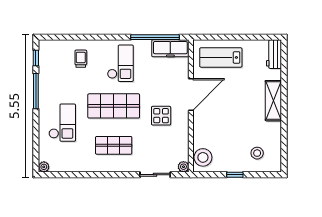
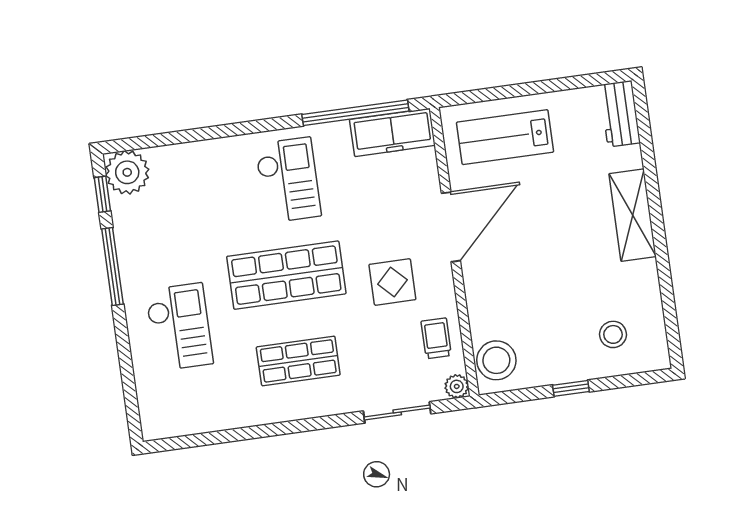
trolley: (81, 59) -> (436, 338), moved
plant: (44, 167) -> (127, 172), moved, width x1.87, depth x1.87

